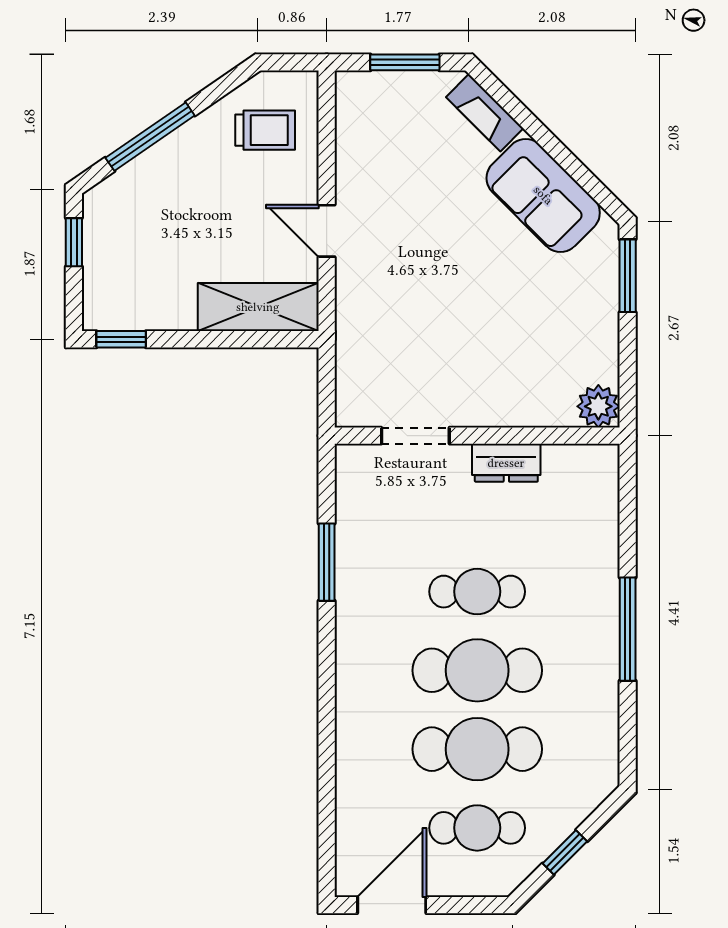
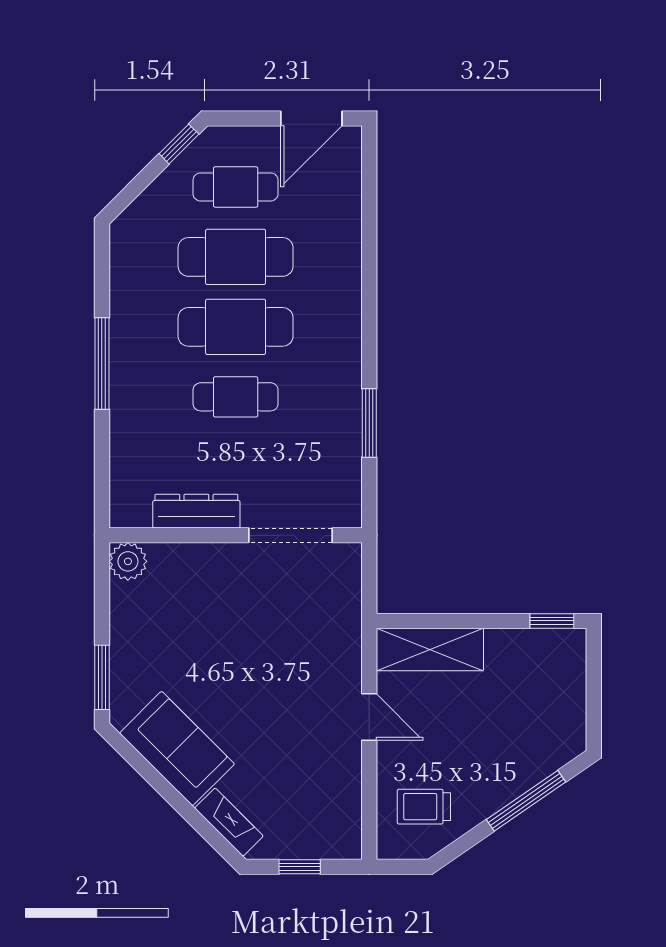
window: (405, 62) -> (300, 867), width x0.67
window: (74, 242) -> (594, 707), removed
doorway: (415, 436) -> (290, 535), width x1.38
dresser: (506, 463) -> (196, 511), width x1.44
window: (565, 852) -> (179, 144), moved

